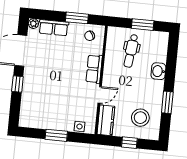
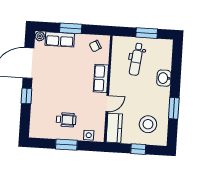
window: (77, 18) -> (71, 28), moved
wheelchair: (57, 110) -> (66, 120), added

